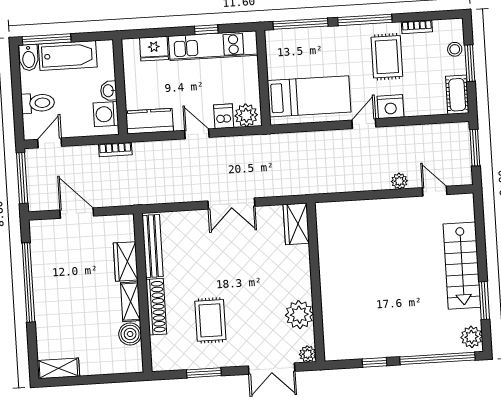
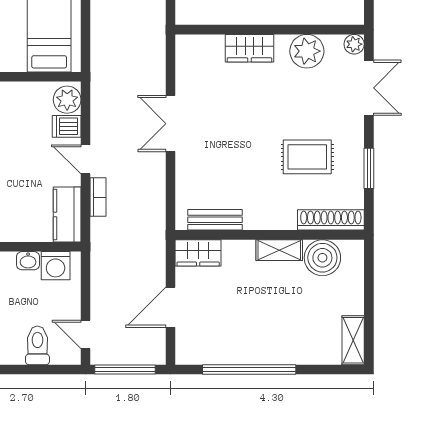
door: (197, 134) -> (86, 159), hinge flipped
bookcase: (115, 149) -> (98, 197), moved
double door: (231, 204) -> (170, 124), swing flipped
wardrobe: (296, 224) -> (249, 48), moved
bench: (153, 246) -> (215, 220), width x0.73
wardrobe: (126, 261) -> (198, 253), moved
shoe rack: (156, 307) -> (331, 220), moved
boiler: (130, 334) -> (322, 258), width x1.37, depth x1.37

